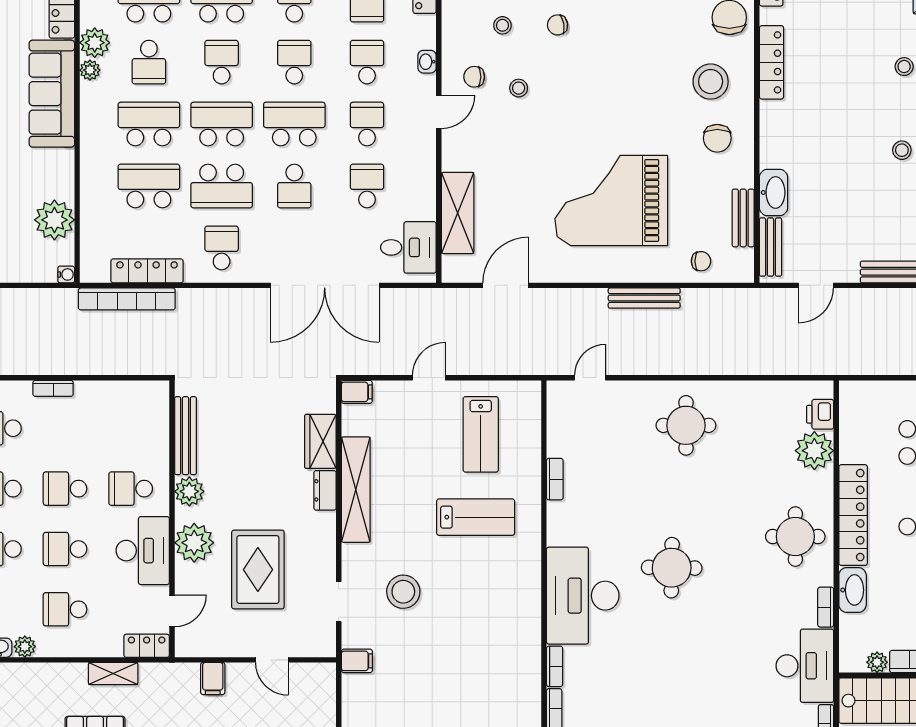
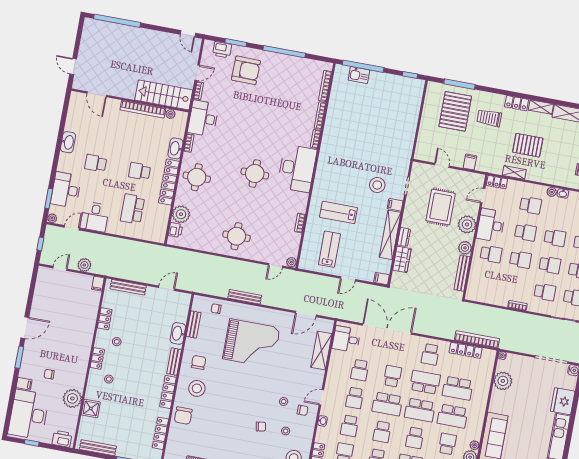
bench: (770, 247) -> (174, 362), moved
plant: (557, 391) -> (291, 262), added
filing cabinet: (357, 661) -> (395, 205), moved

